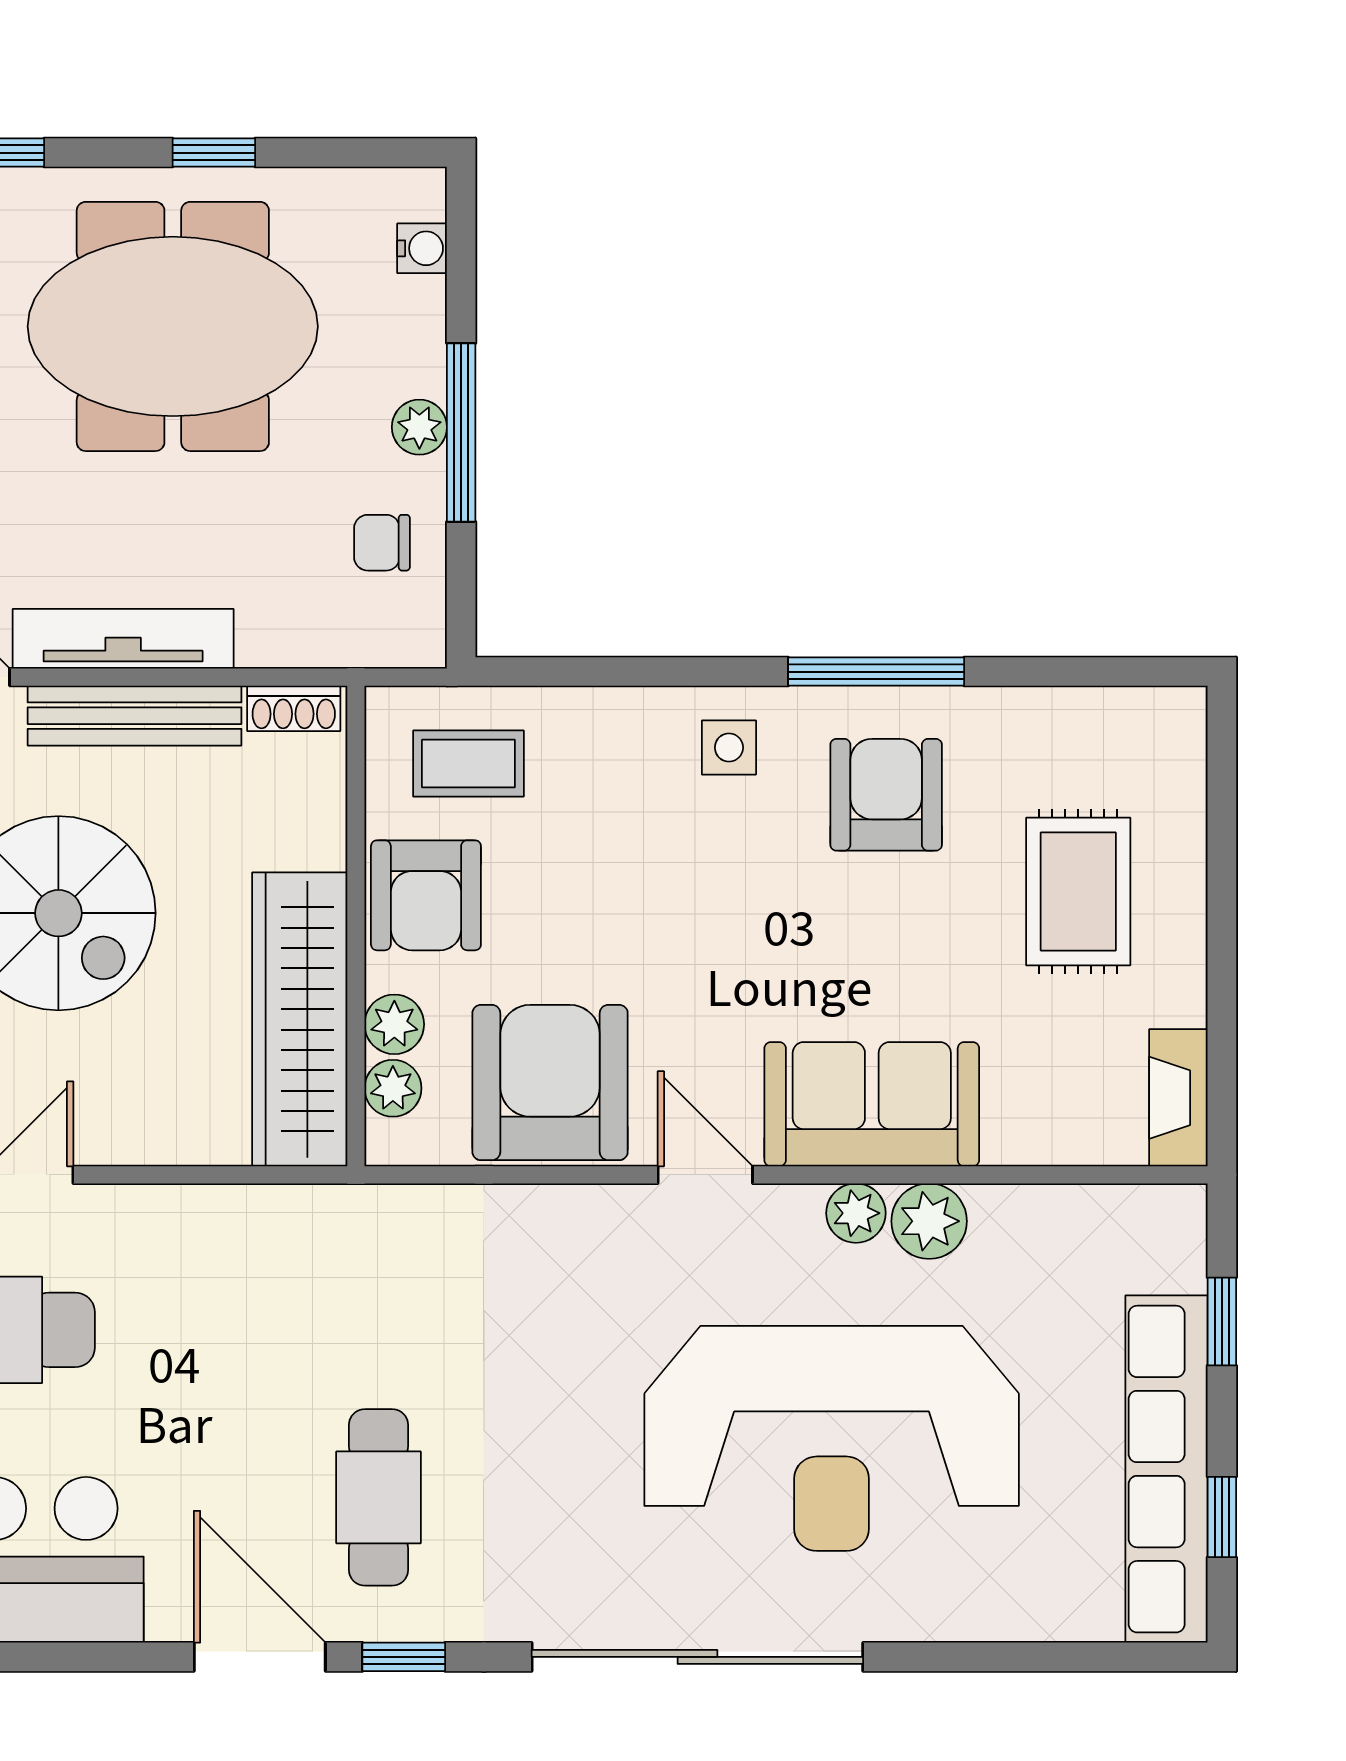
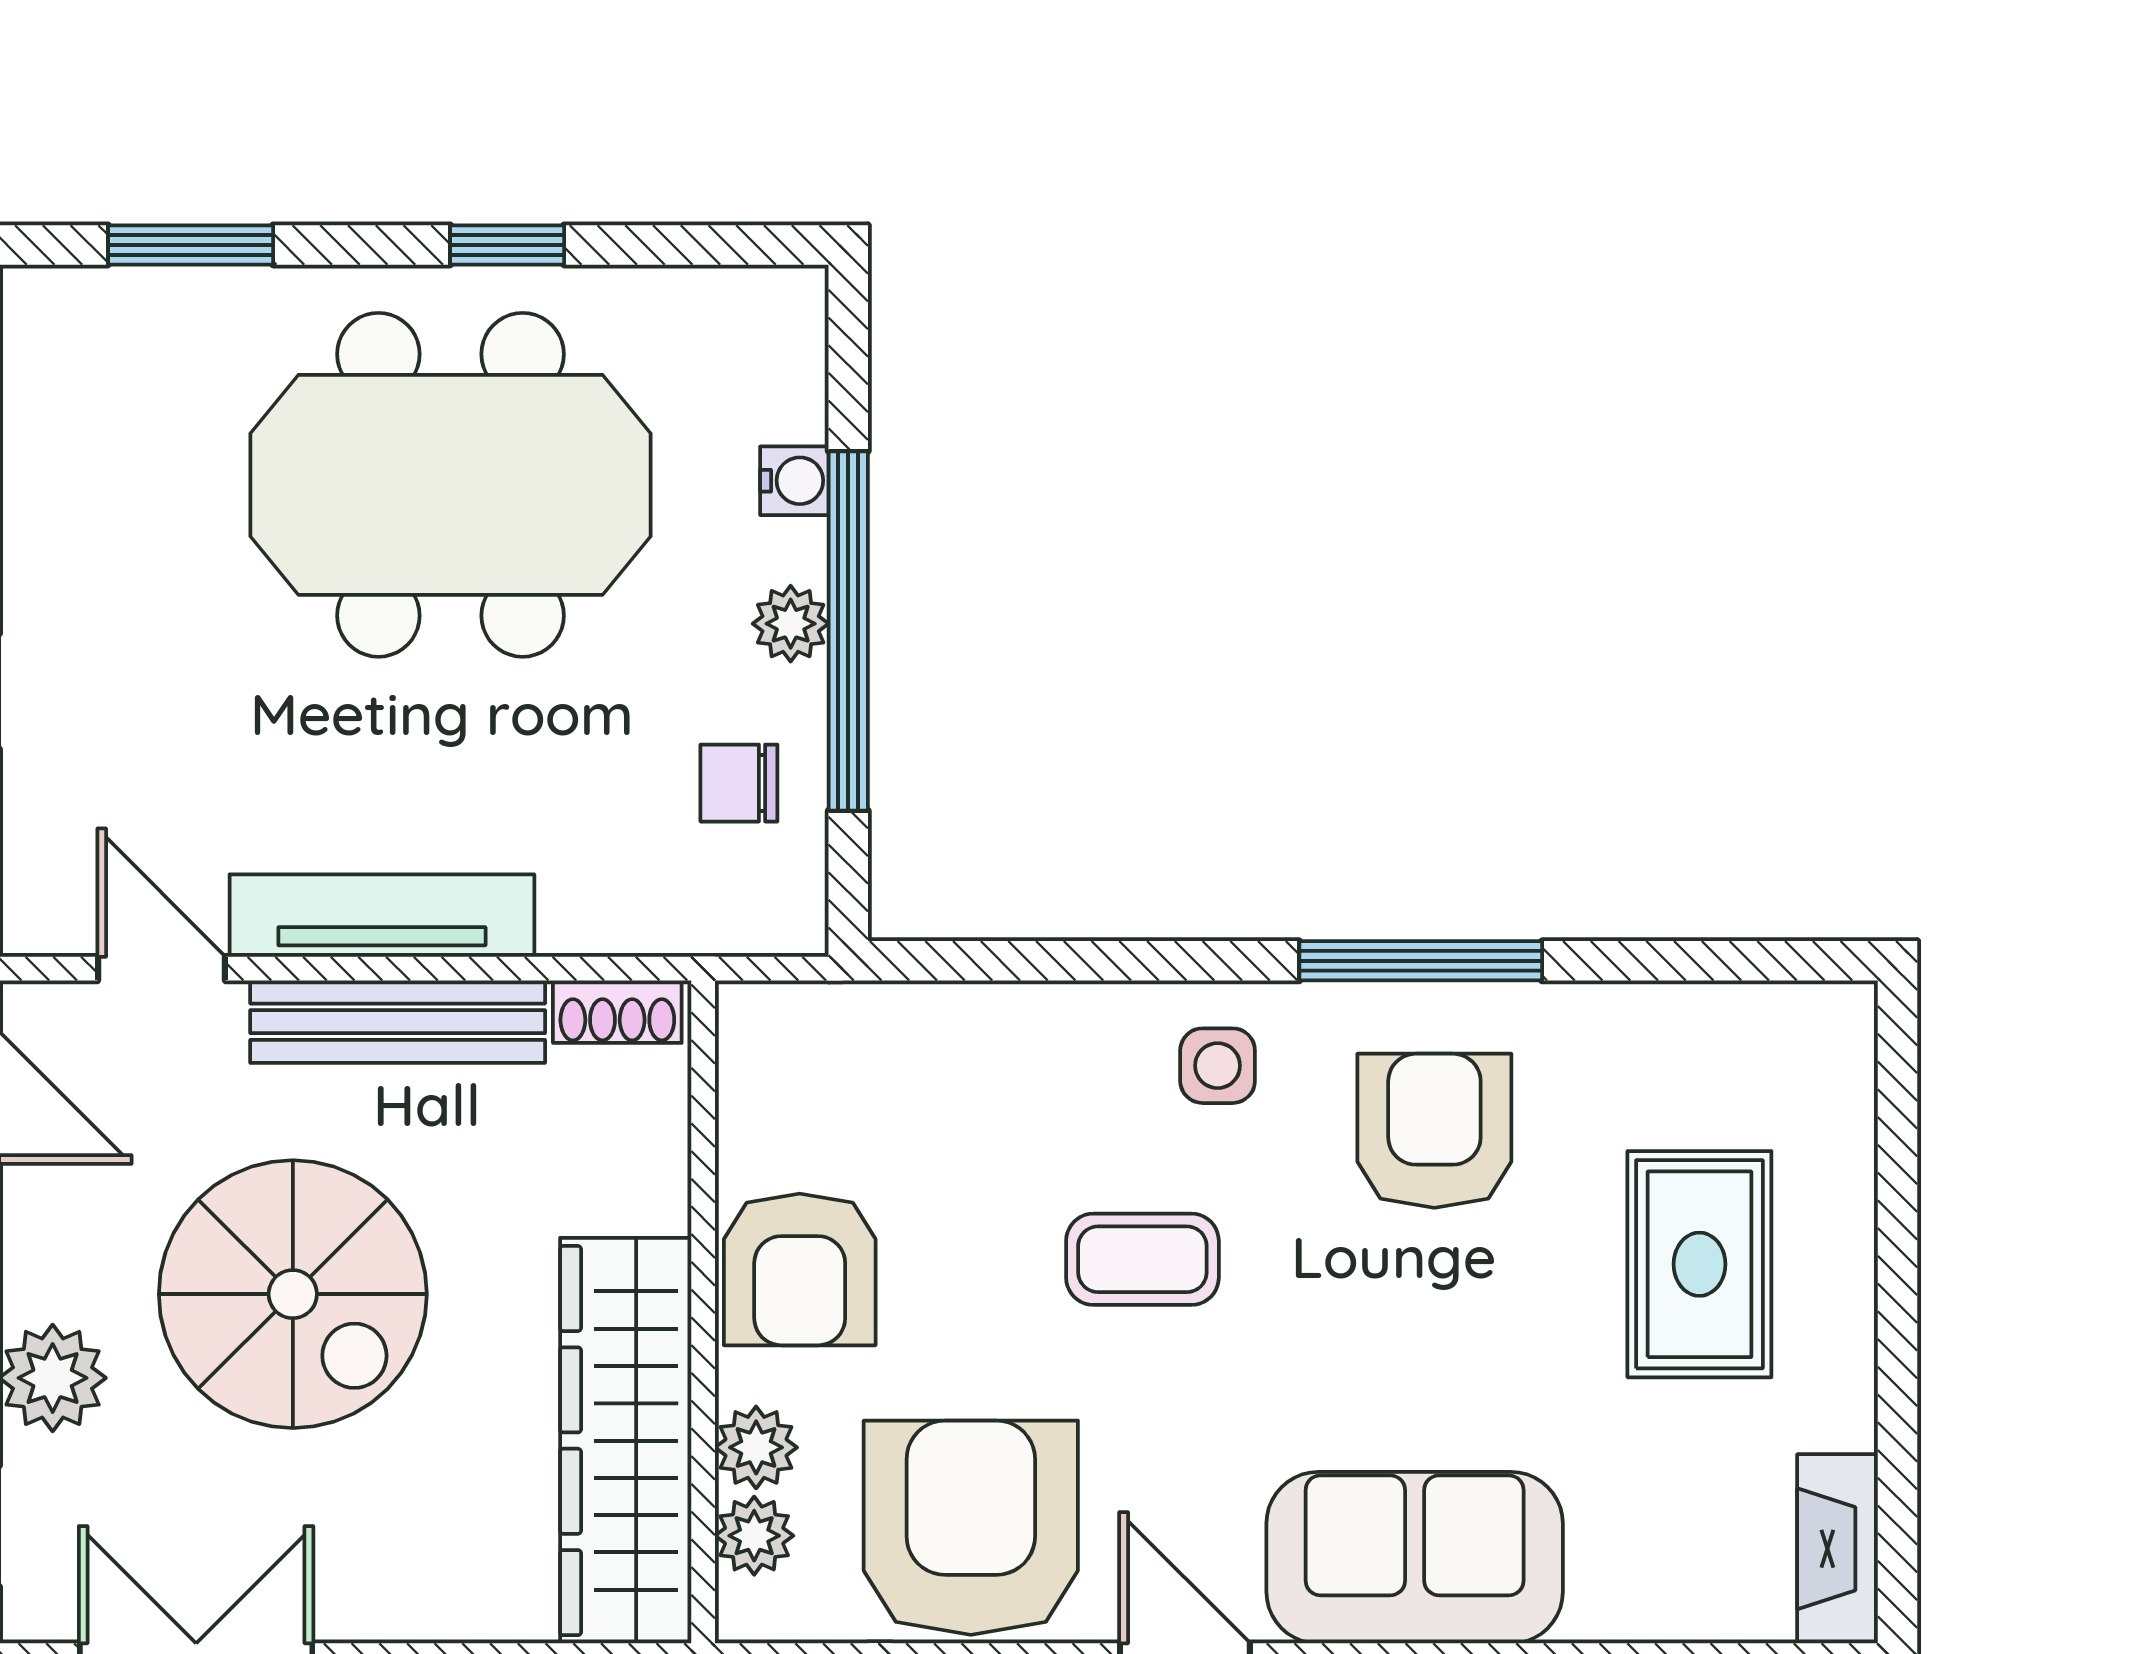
water cooler: (422, 248) -> (794, 481), moved
window: (461, 432) -> (848, 631), width x1.46
coffee table: (468, 764) -> (1142, 1259), moved

